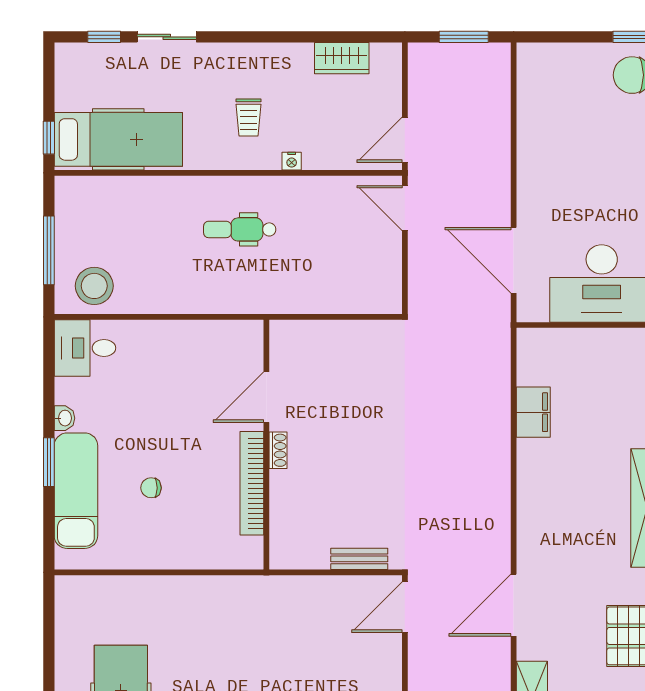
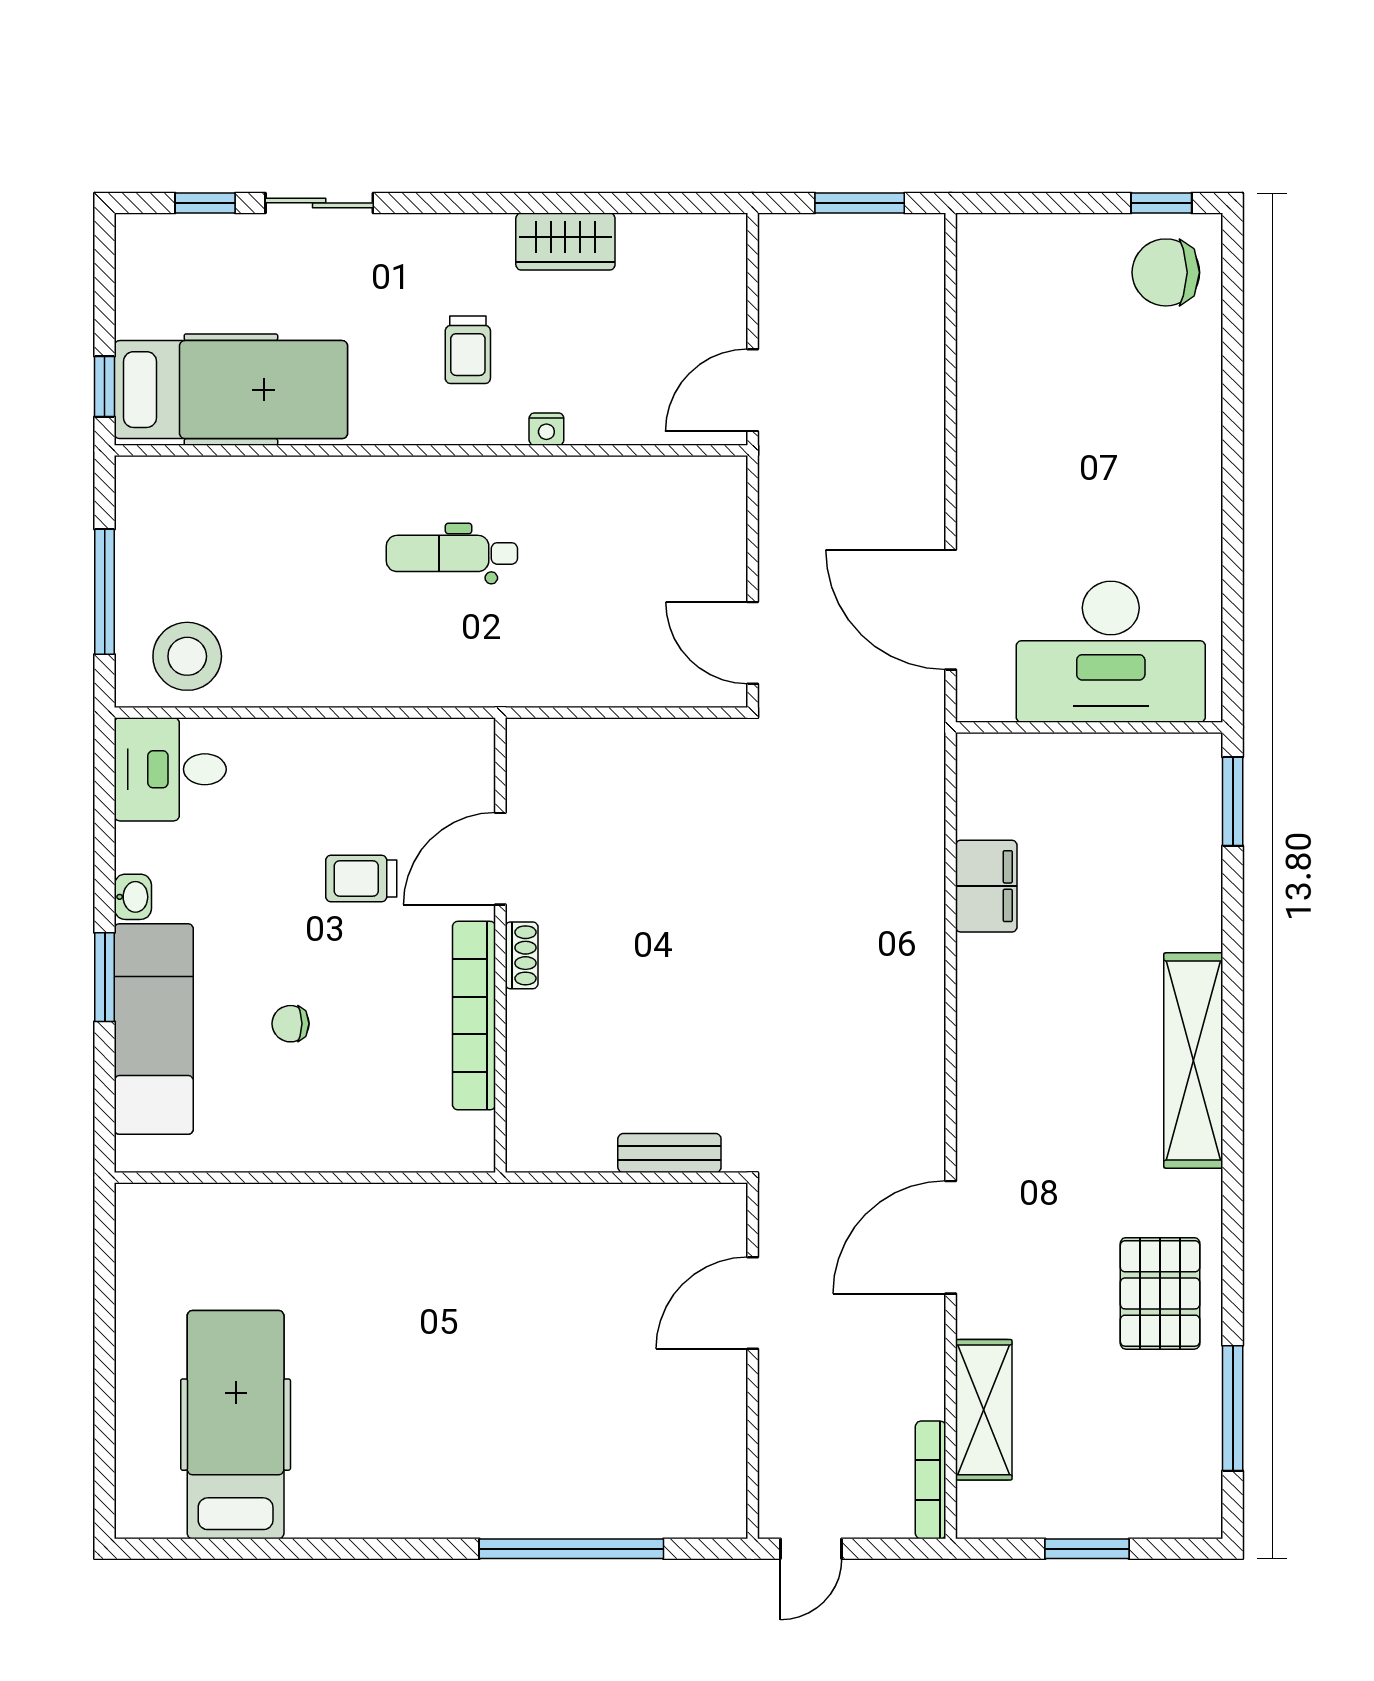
wardrobe: (342, 58) -> (565, 242), moved
door: (405, 208) -> (753, 643), moved
trolley: (190, 408) -> (361, 878), added
door: (405, 607) -> (753, 1303), moved

